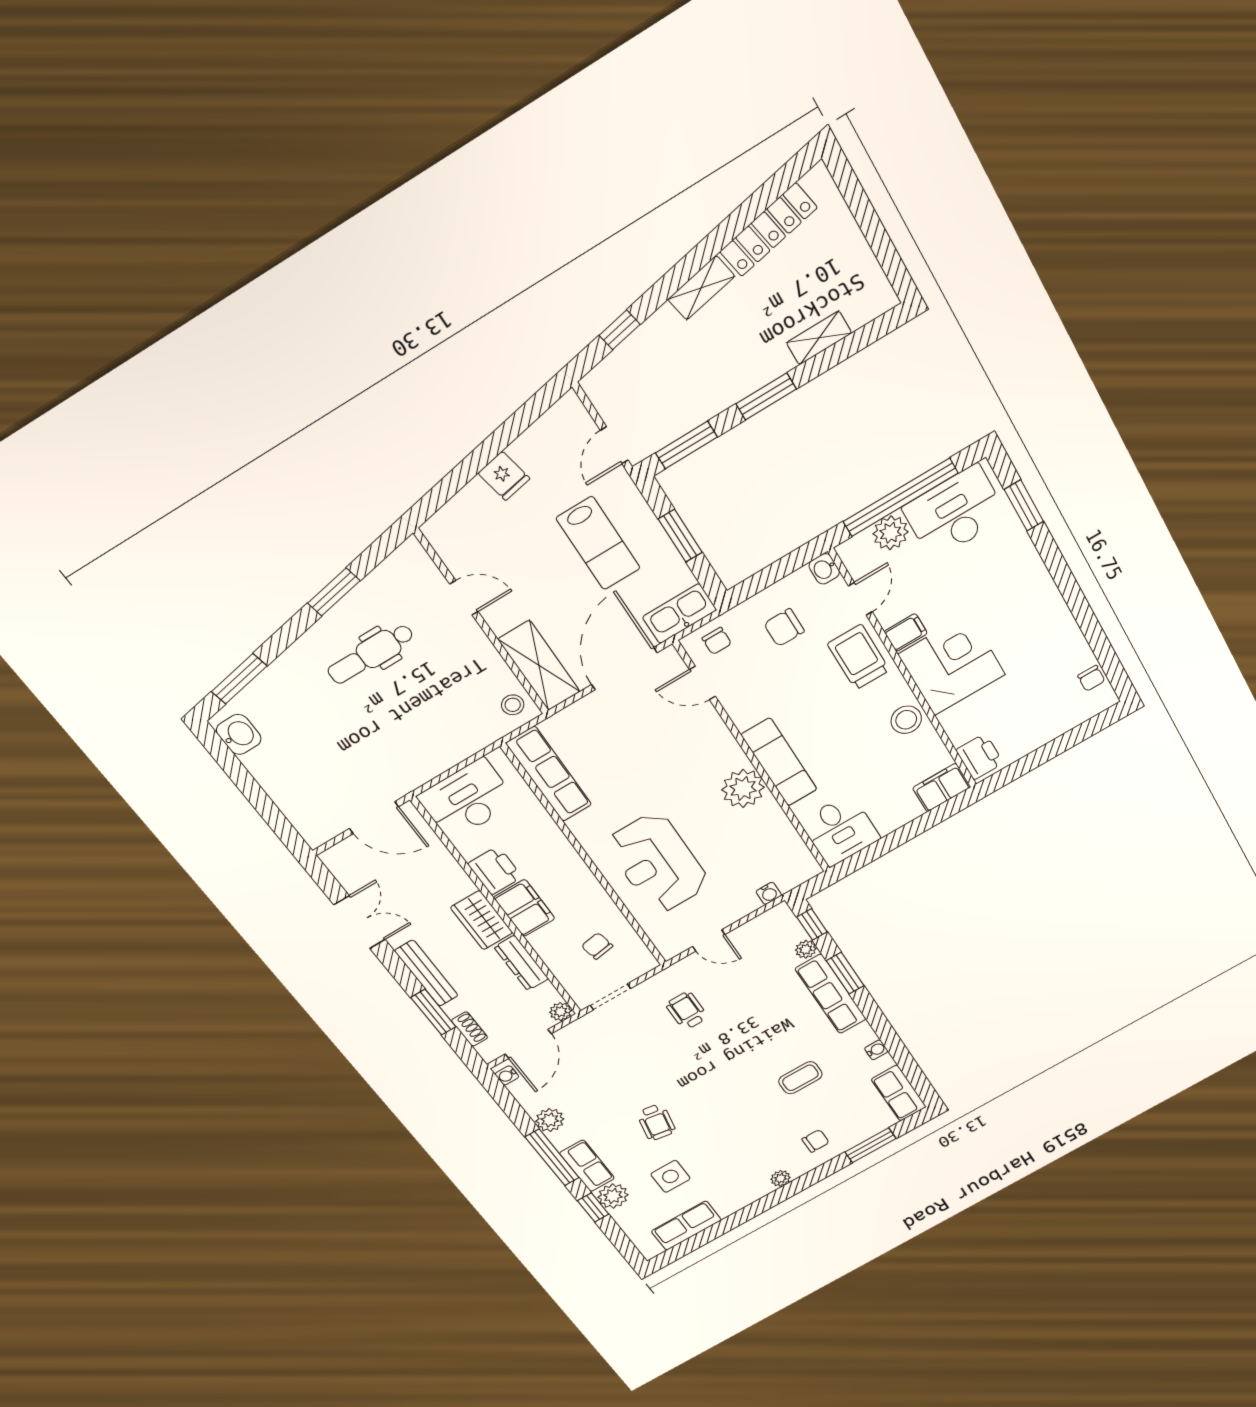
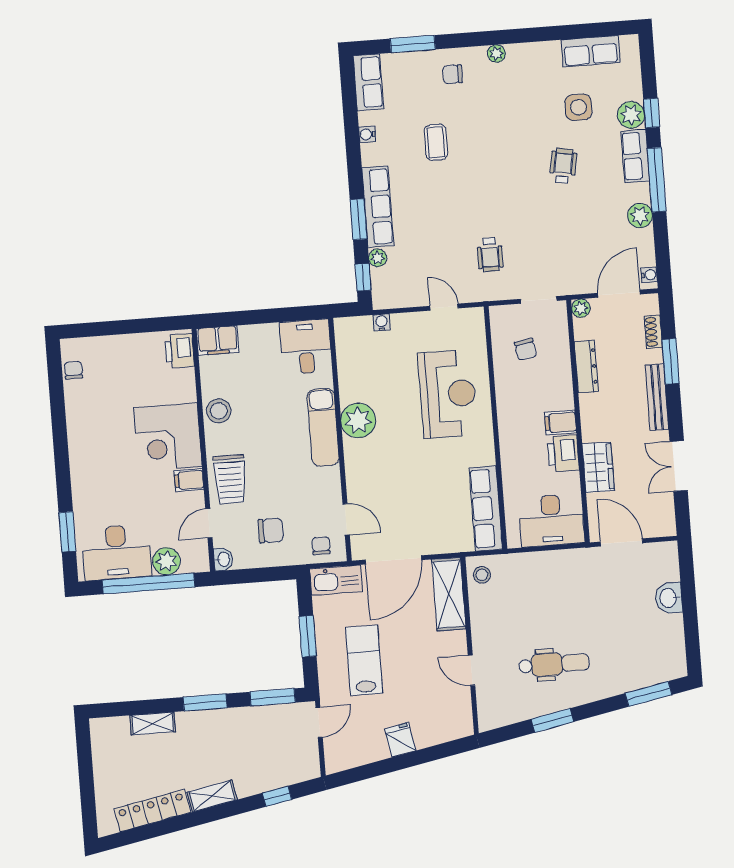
washbasin: (239, 734) -> (669, 598), moved
filing cabinet: (524, 908) -> (561, 422), width x0.50
wardrobe: (482, 920) -> (598, 467), moved
coffee table: (800, 1078) -> (436, 142), turned 90

